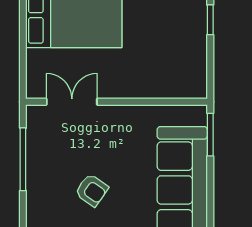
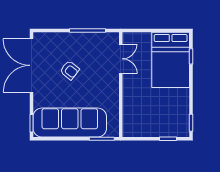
armchair: (92, 190) -> (70, 70), turned -87

